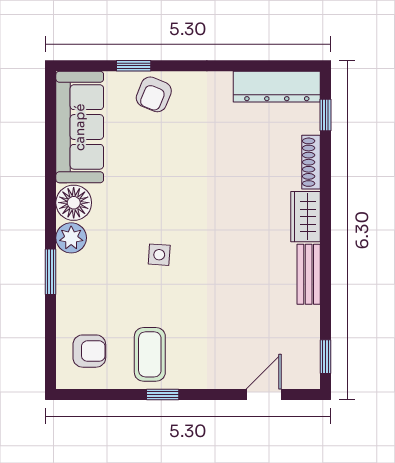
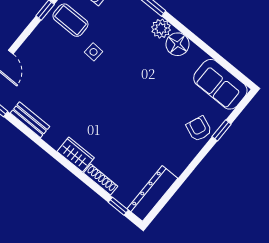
sofa: (80, 127) -> (220, 84), width x0.73
side table: (159, 255) -> (93, 52), moved
bench: (309, 274) -> (30, 120), moved

